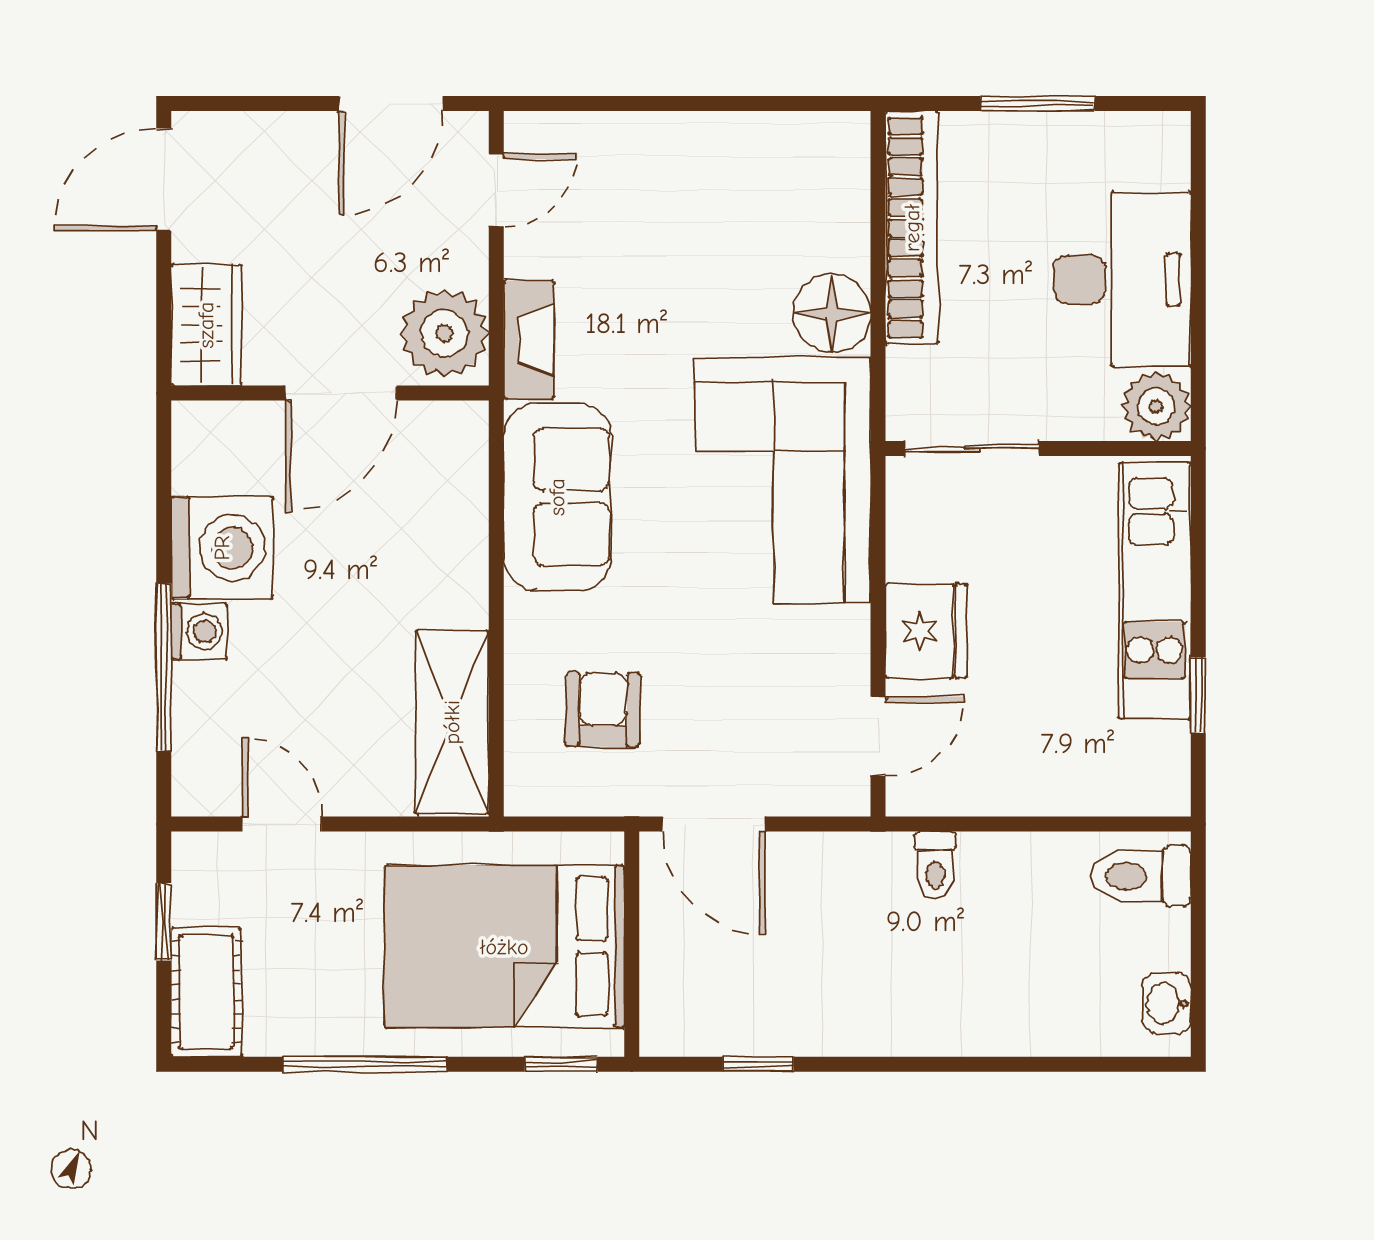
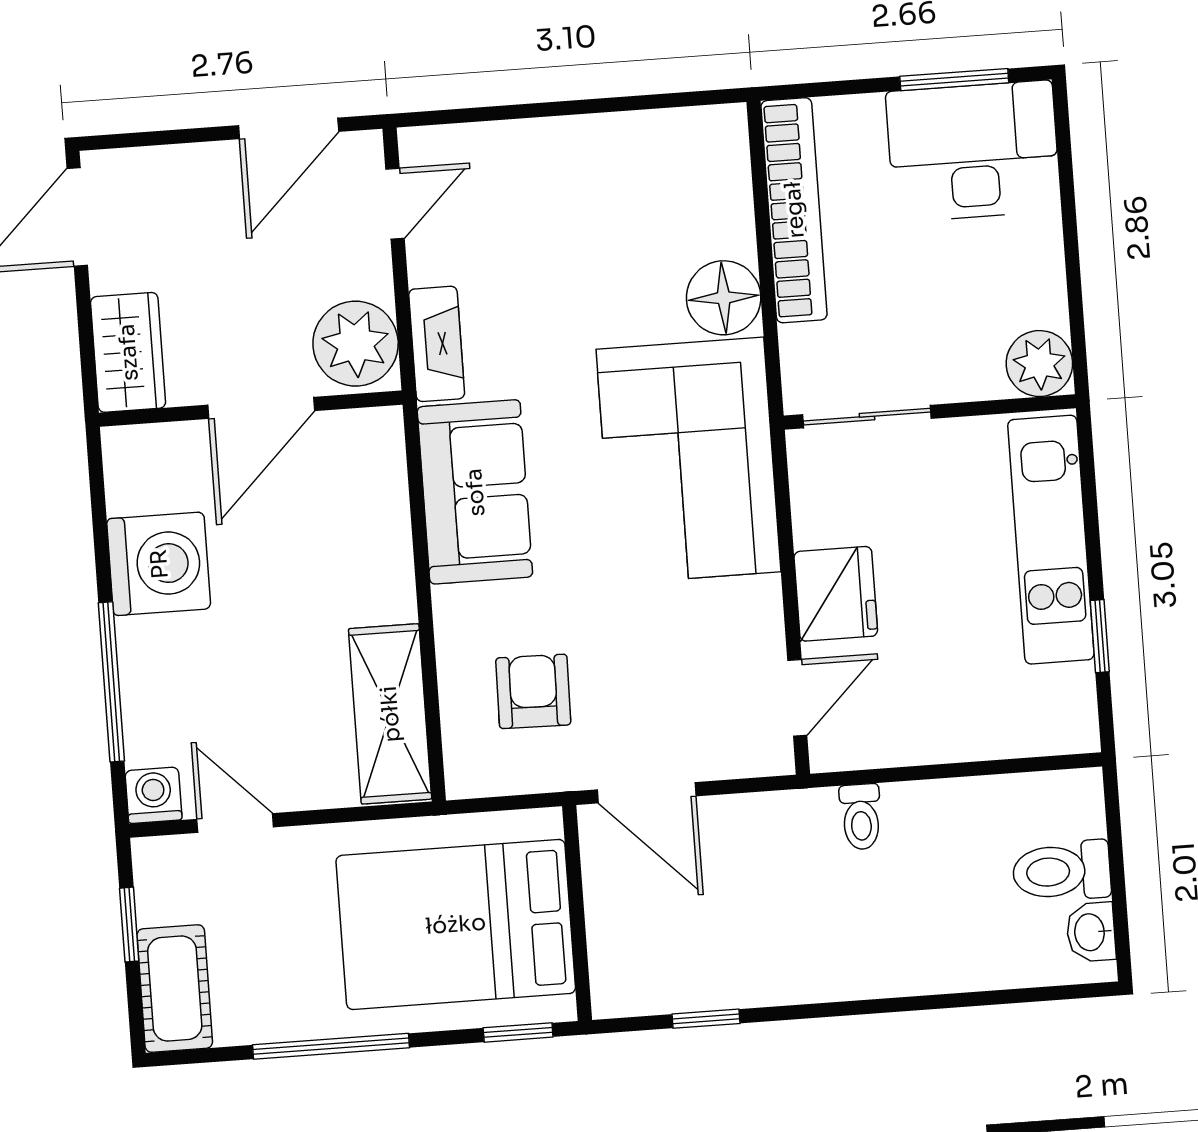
window: (1038, 104) -> (954, 80), moved
desk: (1122, 279) -> (973, 151), moved, turned -90
washing machine: (199, 632) -> (154, 795), moved, turned -90
toilet: (1140, 876) -> (1062, 871), moved

